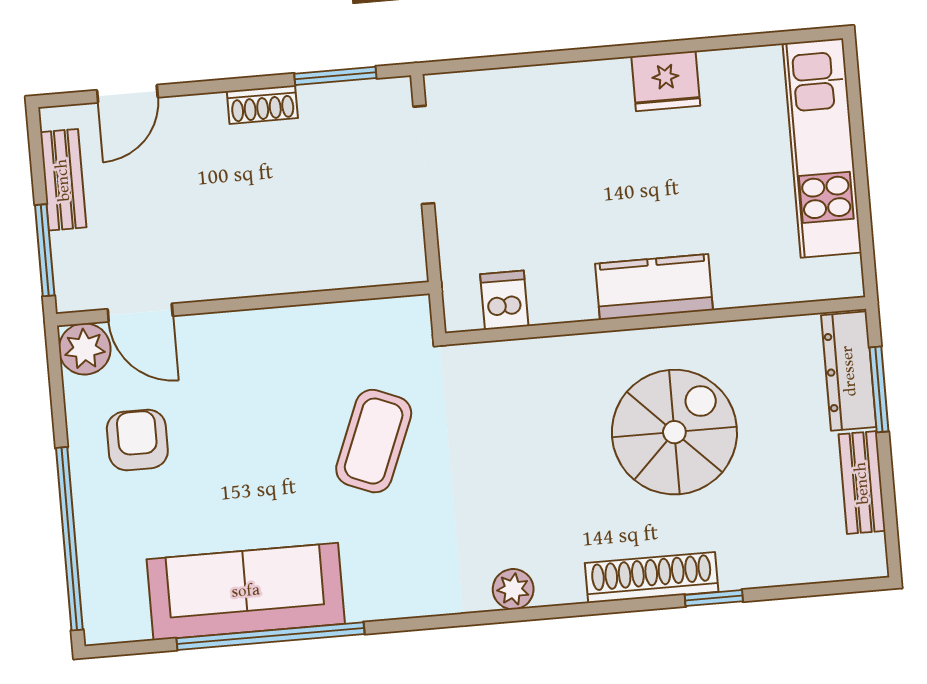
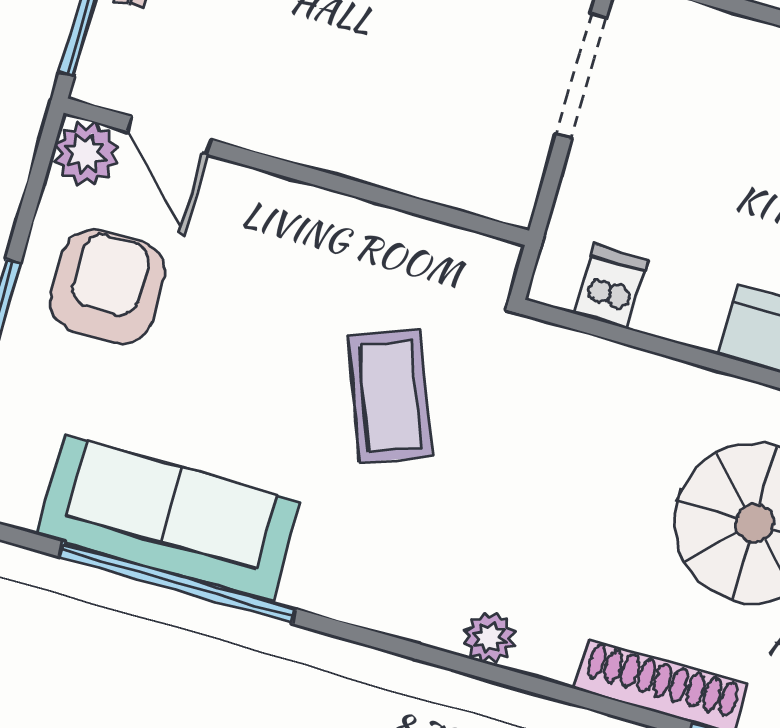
armchair: (137, 440) -> (108, 287), width x1.38, depth x1.38
coffee table: (374, 441) -> (390, 396), turned -43

